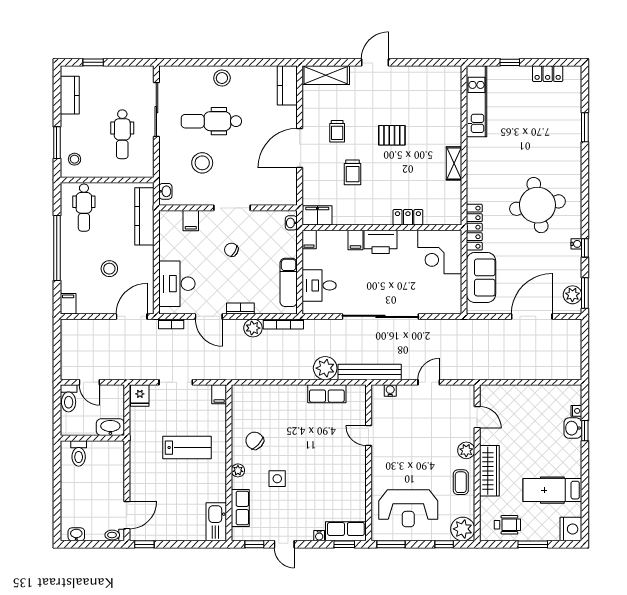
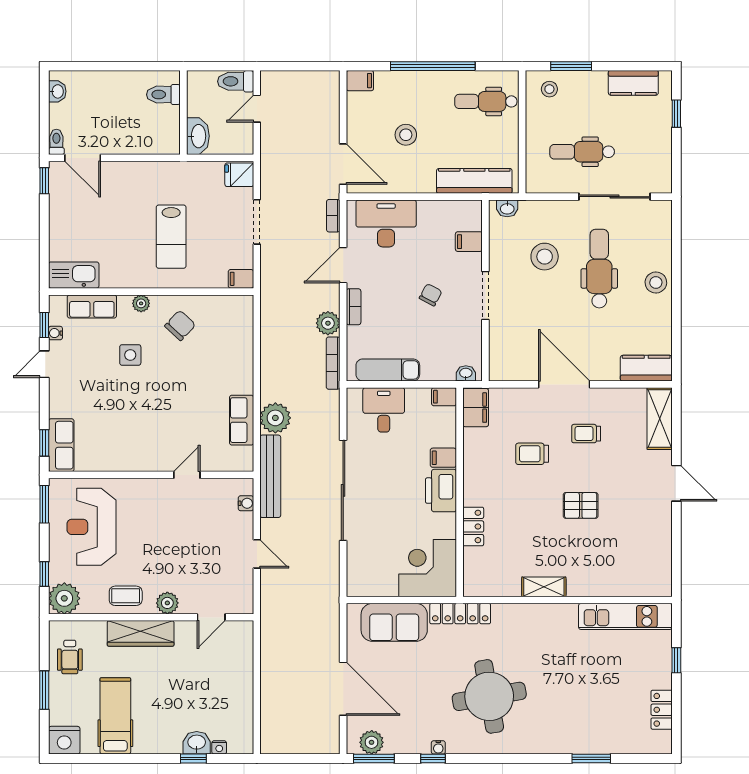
pallet: (392, 135) -> (581, 505), turned 90
water cooler: (319, 536) -> (55, 333), moved

